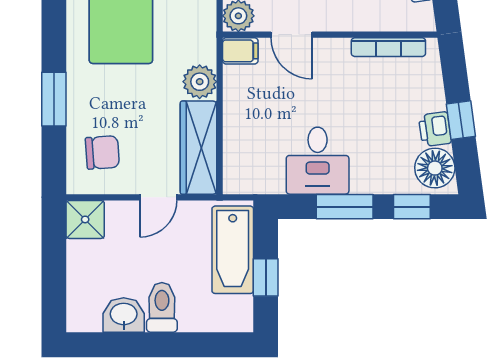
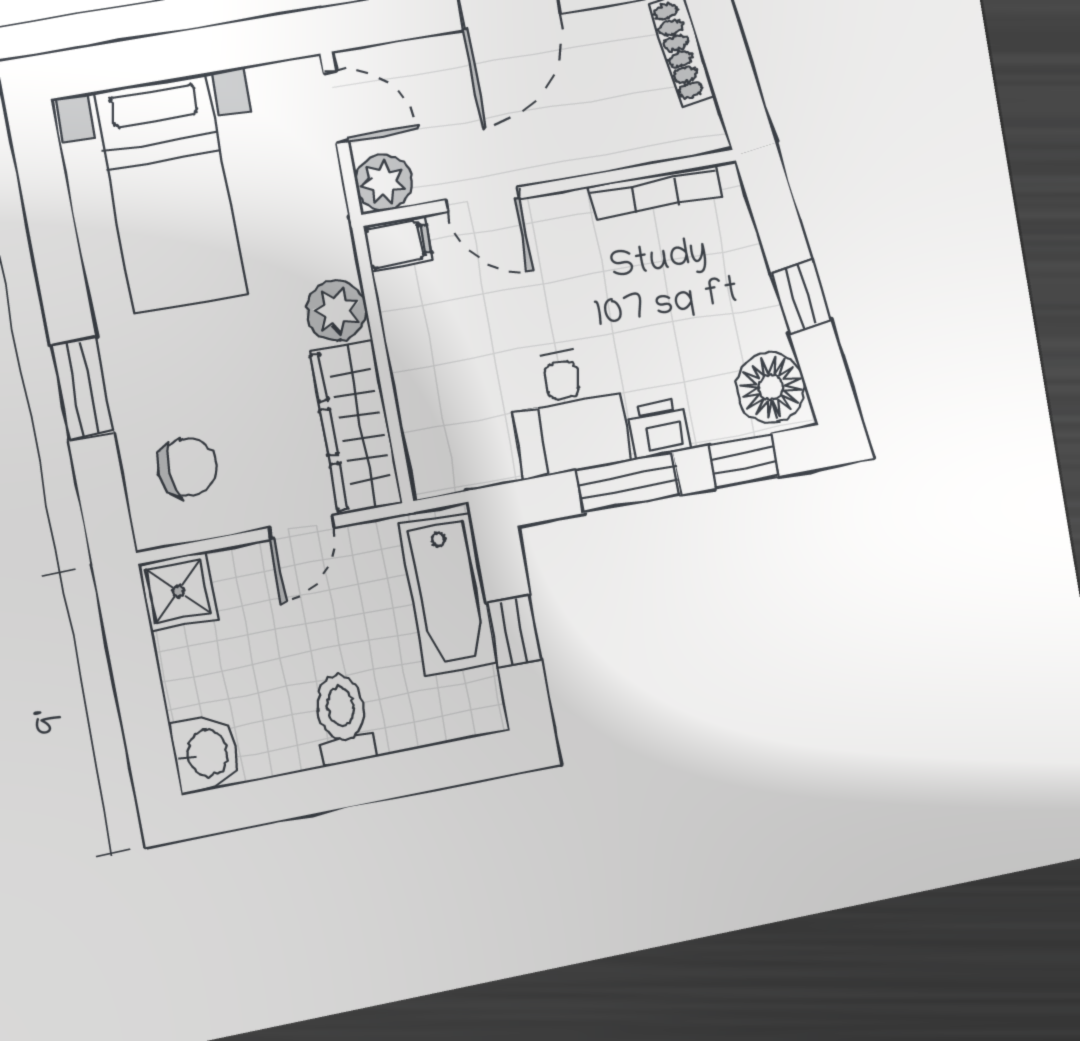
printer: (435, 129) -> (659, 429), moved, turned 98
washbasin: (124, 315) -> (206, 753), moved, turned 90

